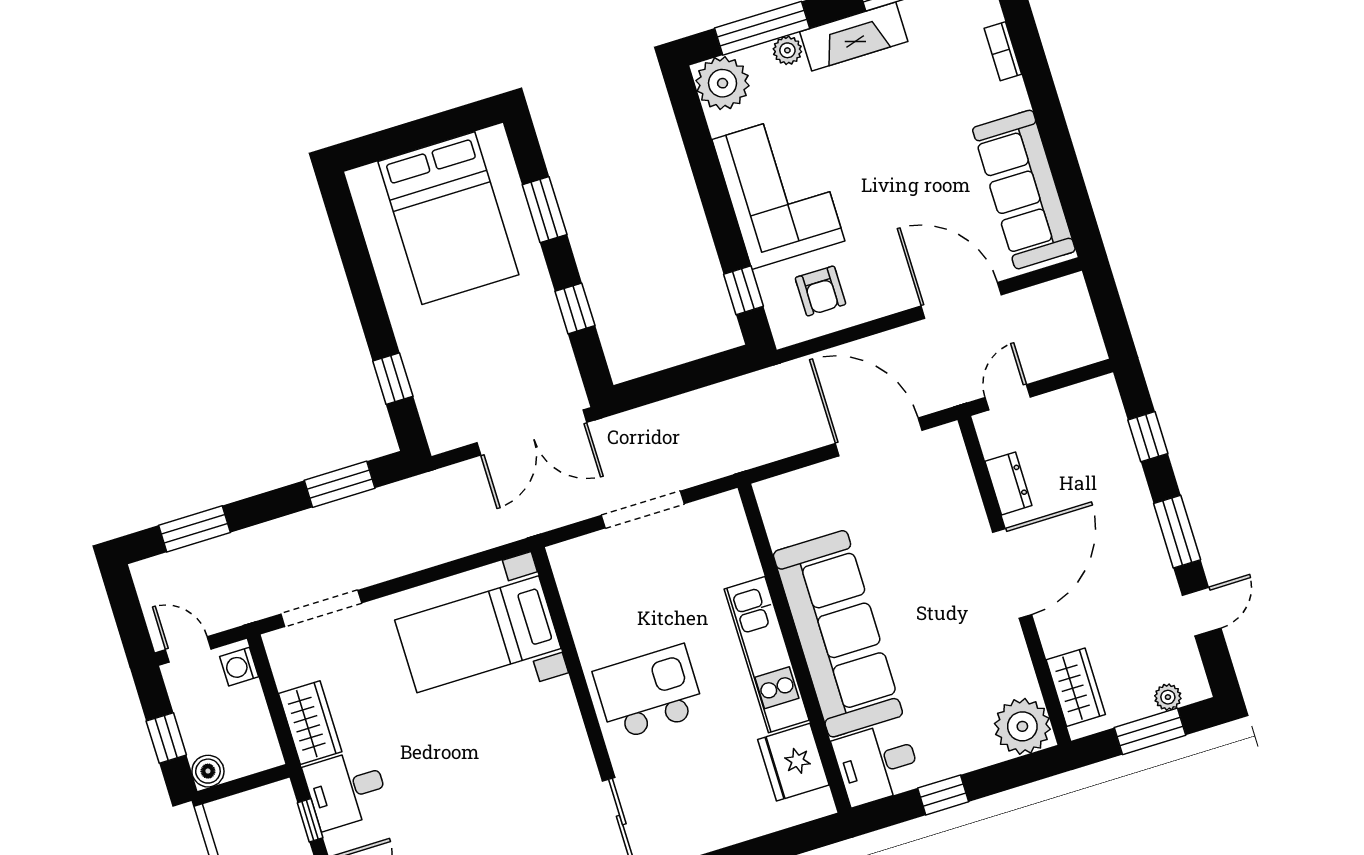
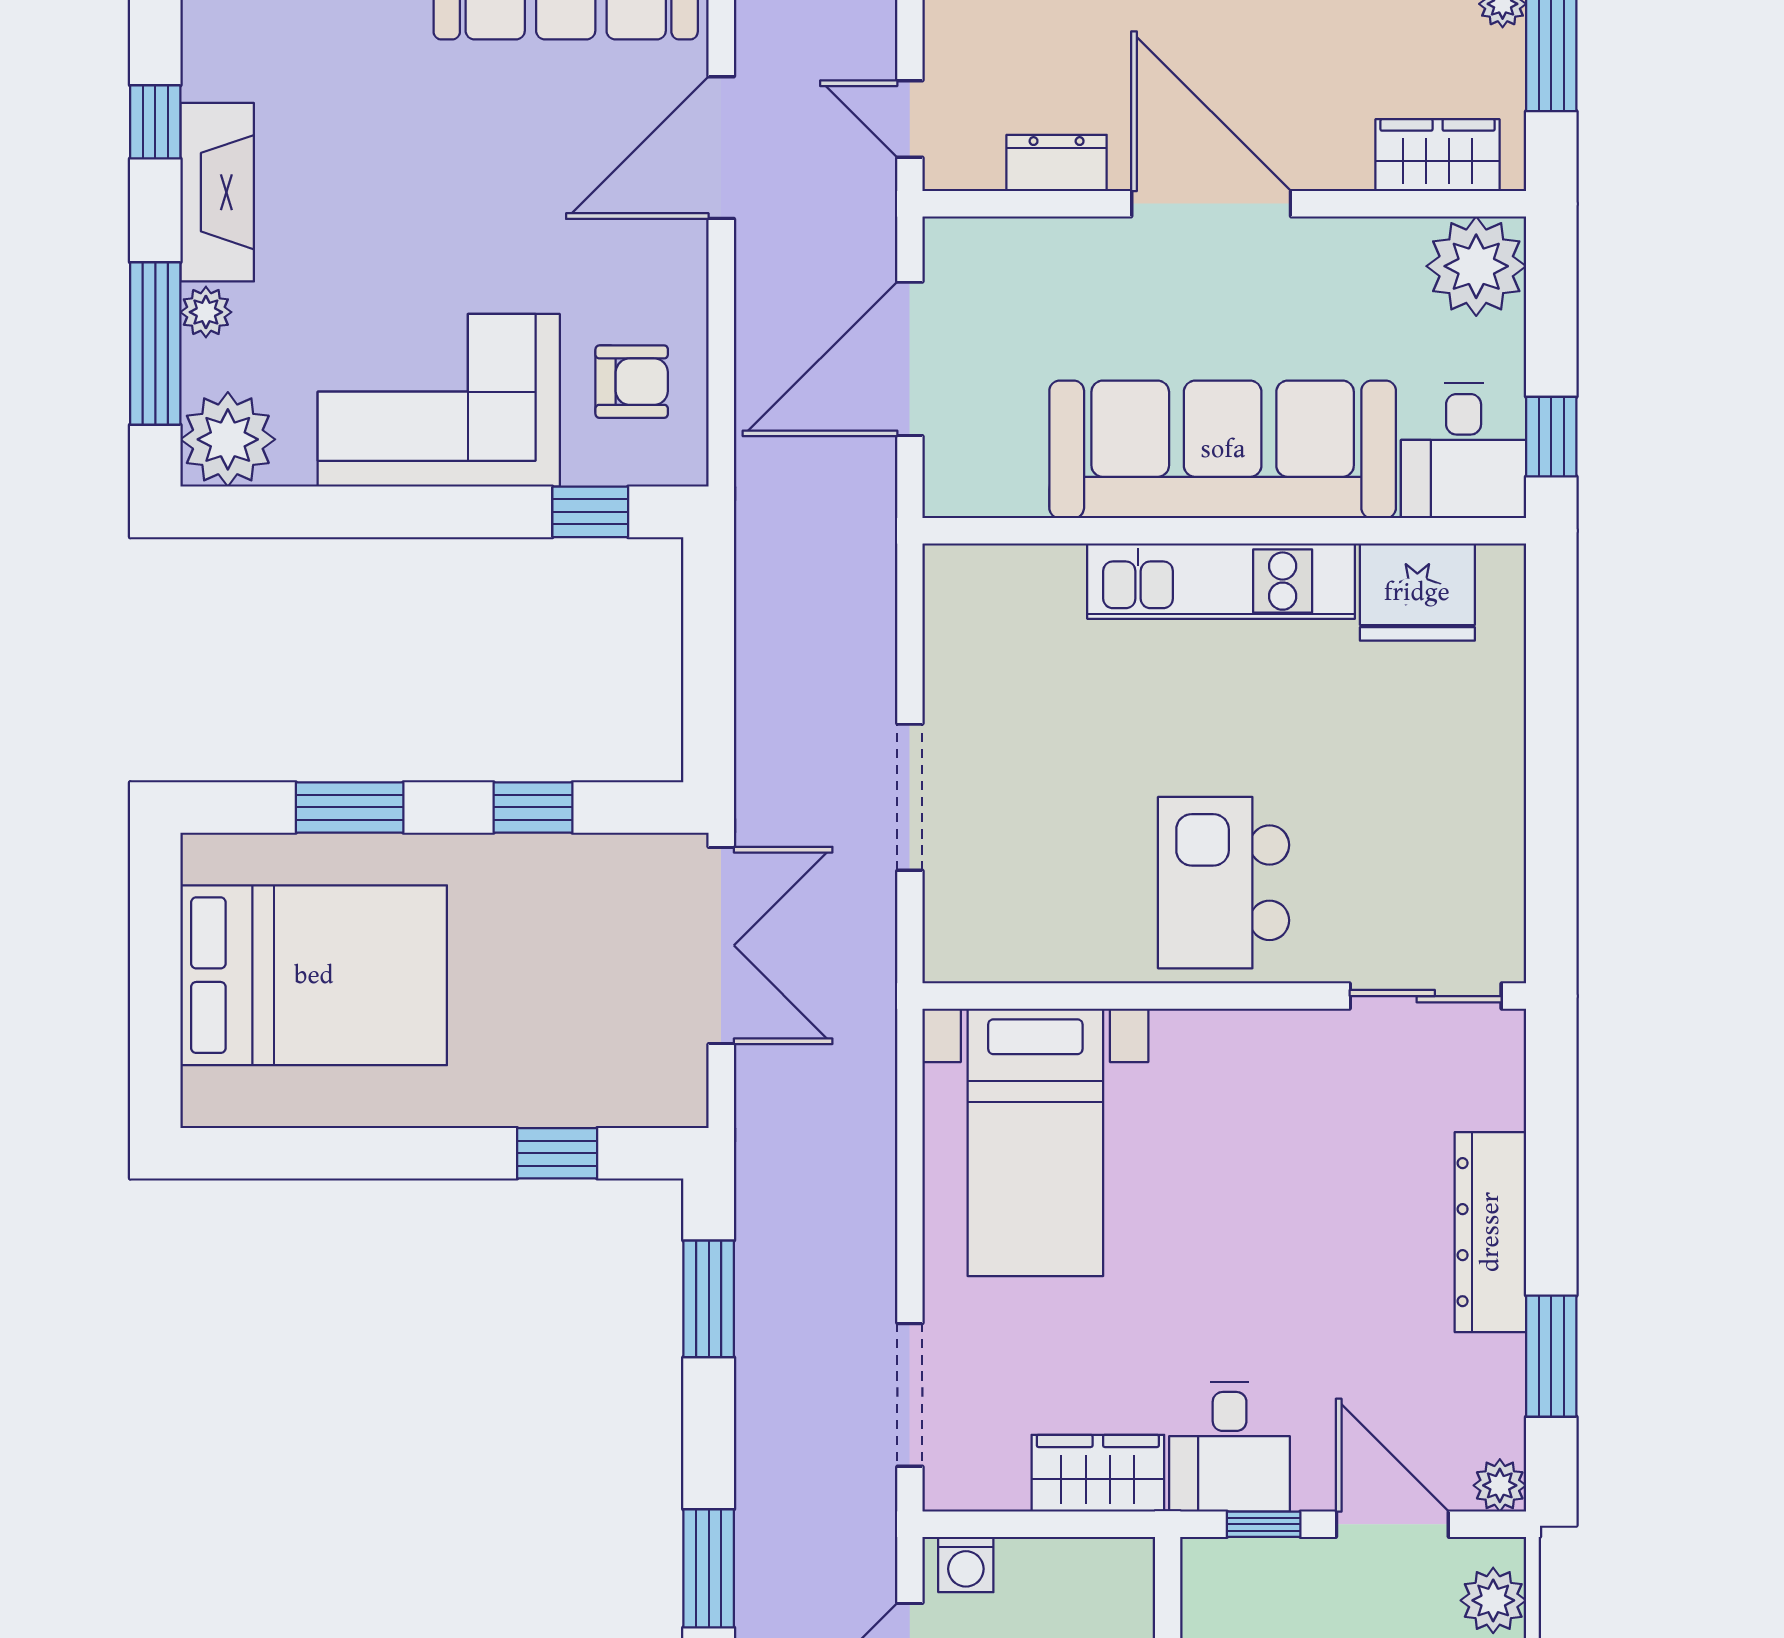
sofa: (838, 634) -> (1223, 449), moved
wall: (794, 648) -> (1224, 531), moved
kitchen unit: (767, 655) -> (1221, 581), moved
fridge: (793, 762) -> (1417, 592), moved
desk: (877, 764) -> (1464, 451), moved

